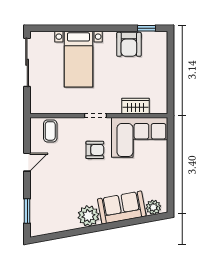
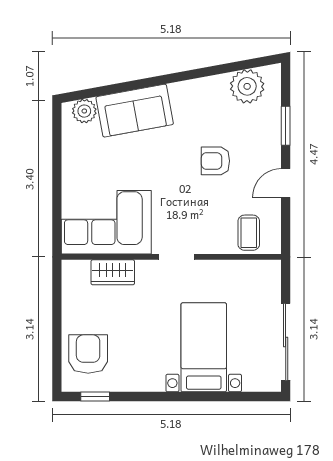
armchair: (129, 44) -> (88, 354), moved
armchair: (95, 150) -> (215, 161), moved
window: (27, 211) -> (286, 126), moved
plant: (88, 216) -> (247, 86), moved

